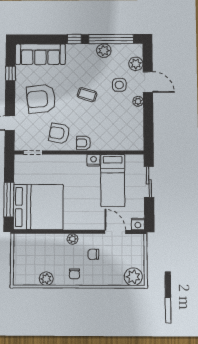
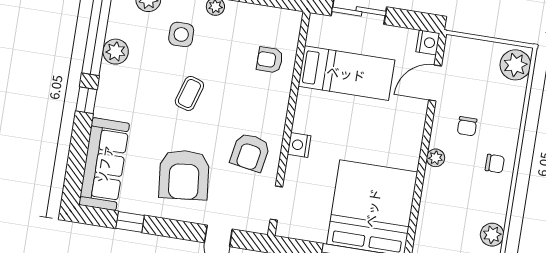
armchair: (83, 143) -> (270, 60), moved, turned 90
nightstand: (93, 160) -> (299, 145), moved
plant: (46, 279) -> (492, 235), moved

